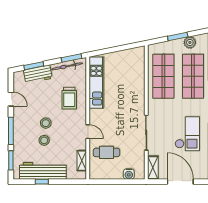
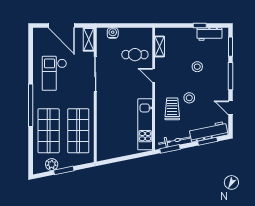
workbench: (38, 74) -> (209, 132), width x1.37
stool: (46, 123) -> (189, 98), moved
workbench: (43, 171) -> (209, 34), width x0.53, depth x0.76

